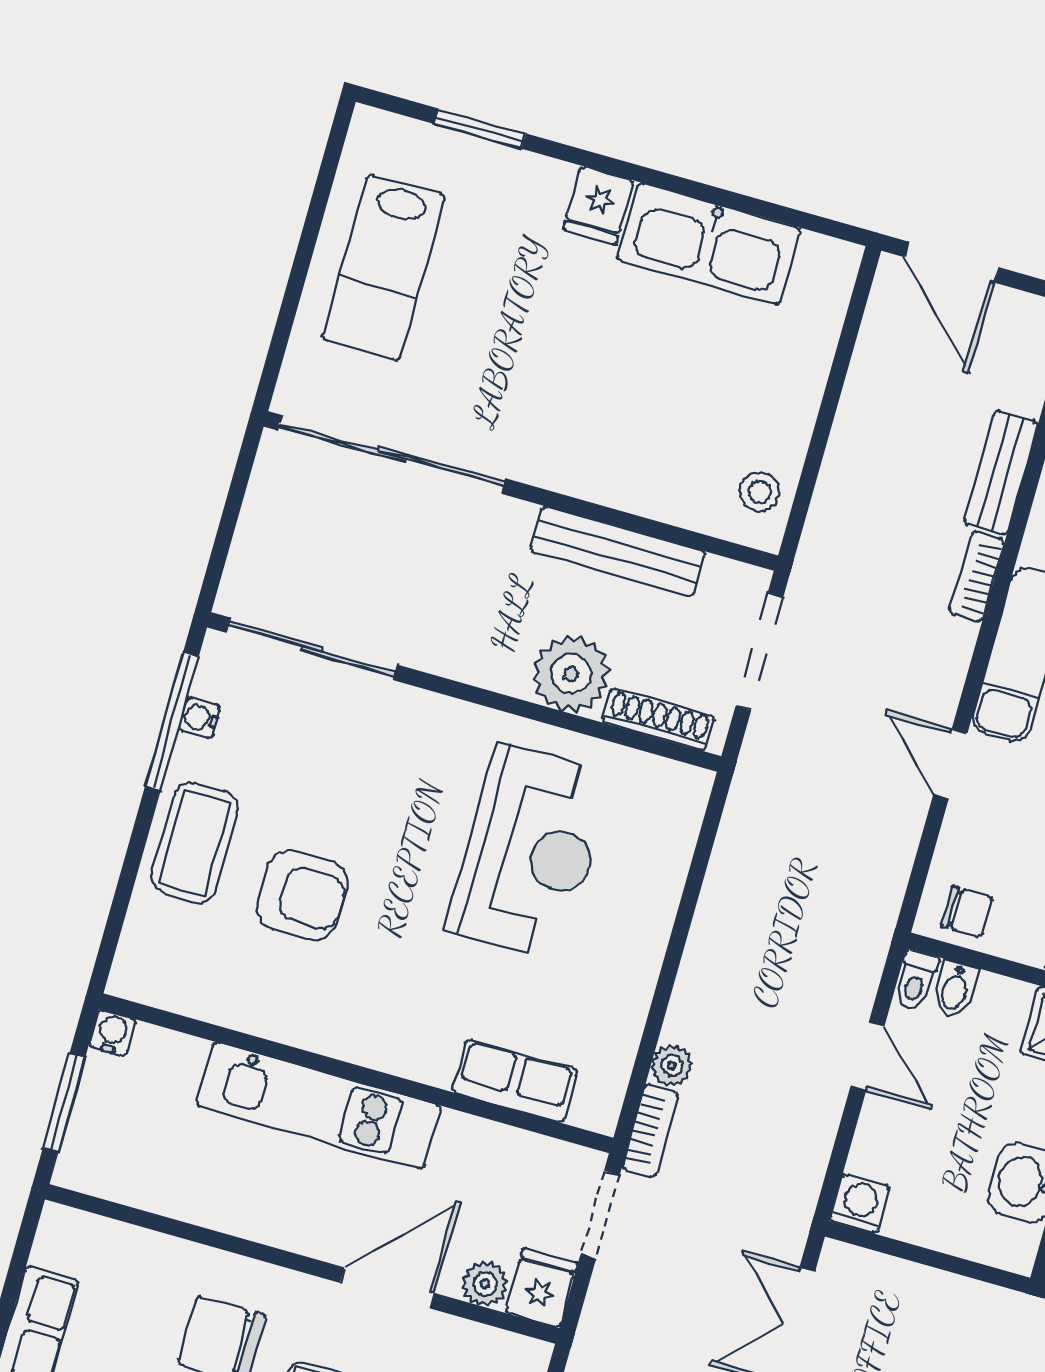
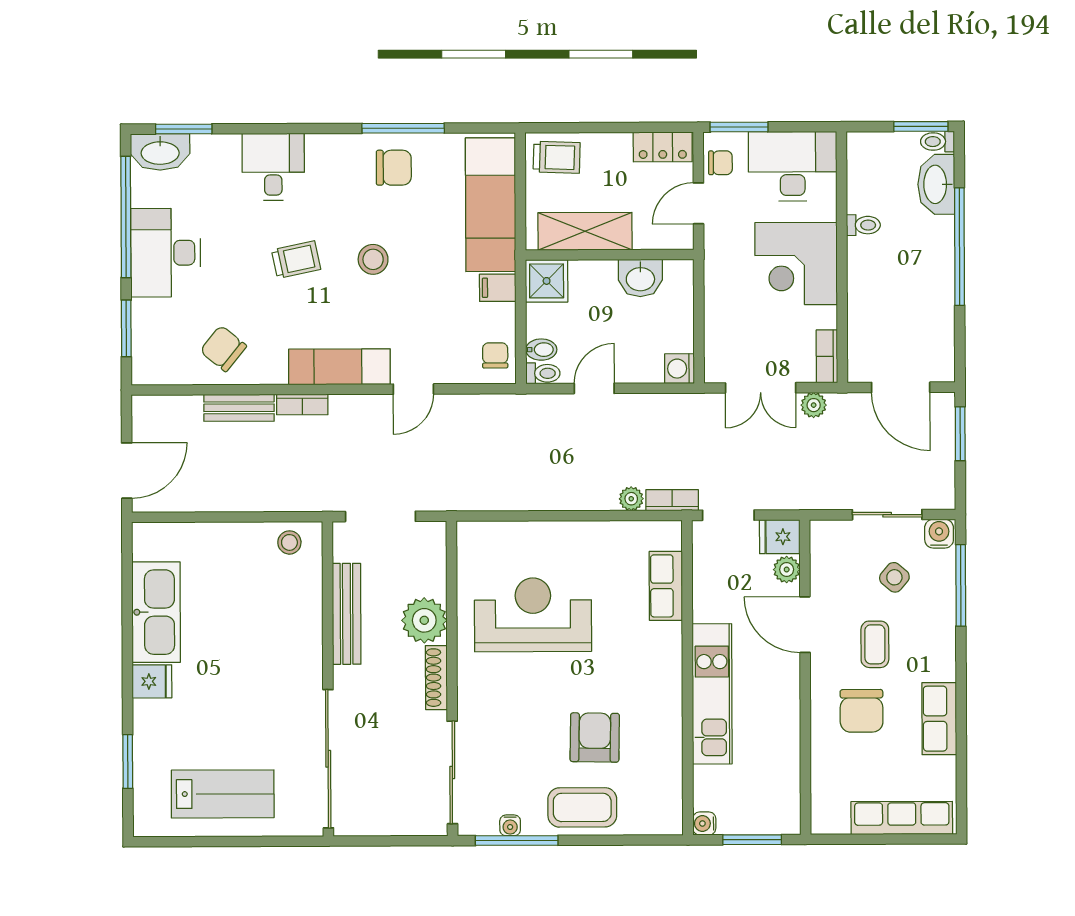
shoe rack: (658, 719) -> (436, 678), moved

